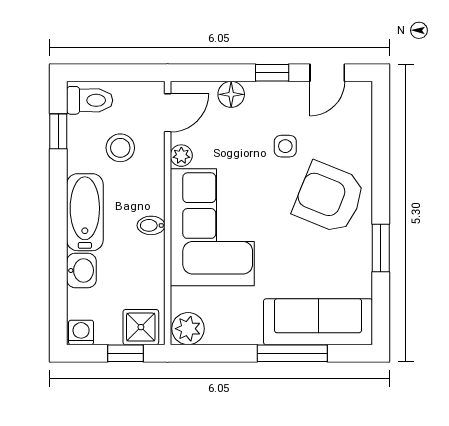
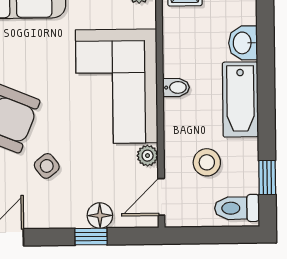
window: (272, 73) -> (91, 237), moved
side table: (285, 146) -> (47, 166), turned -38

